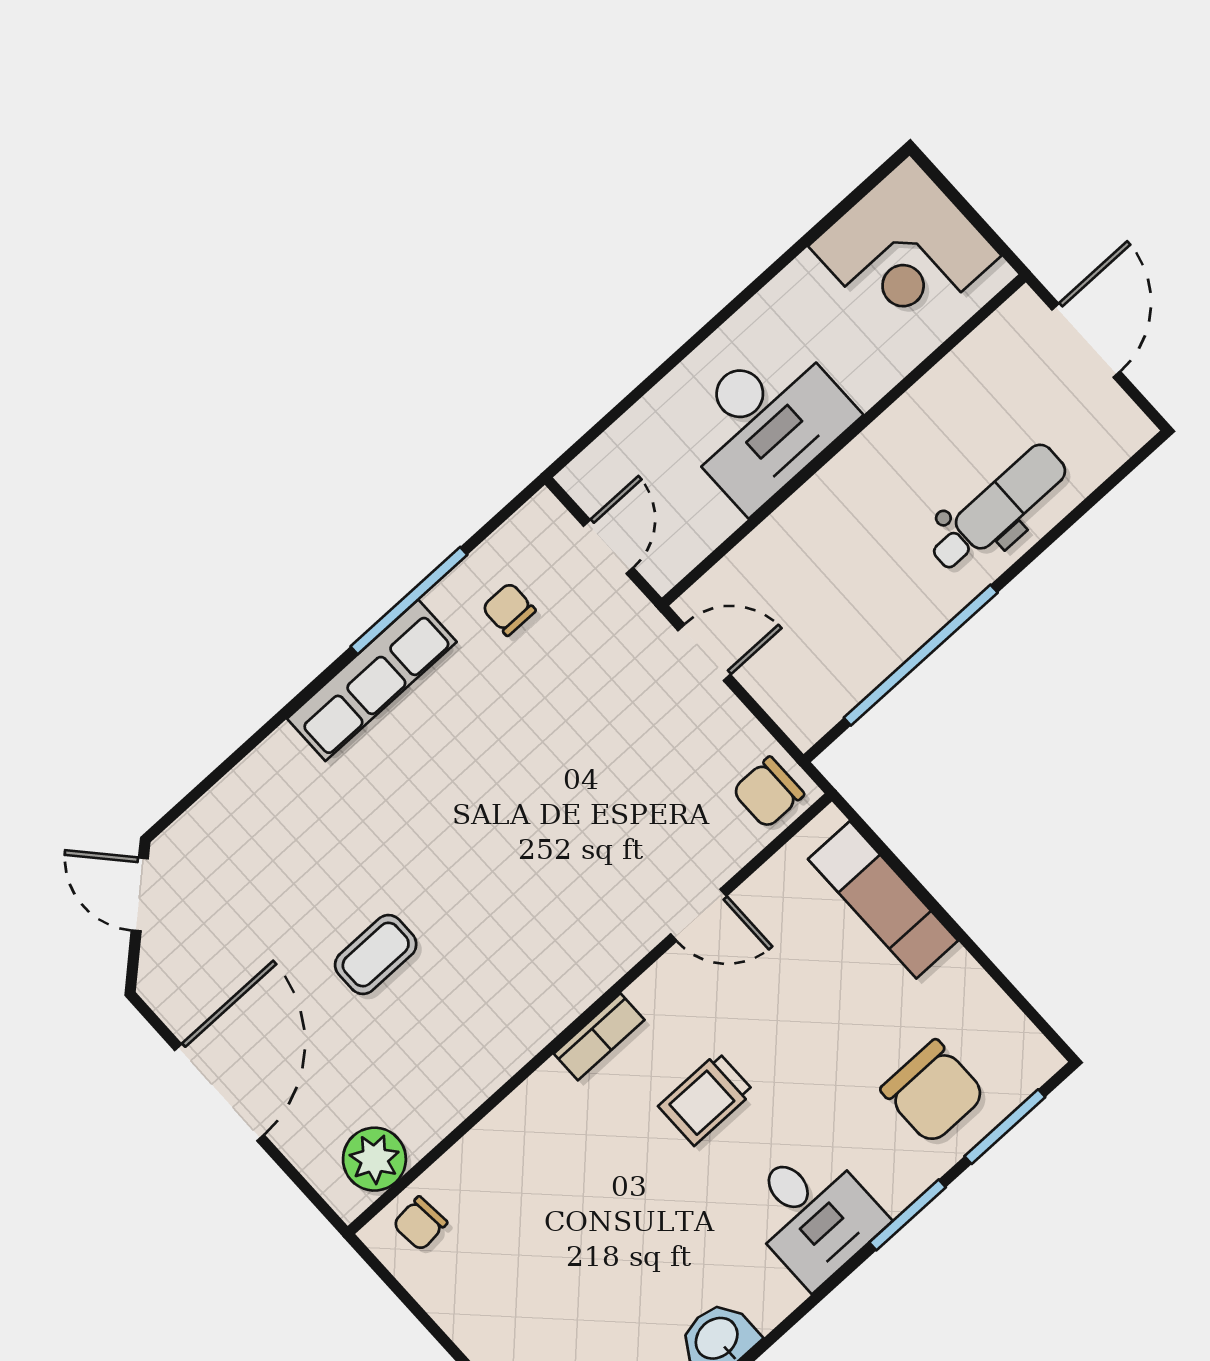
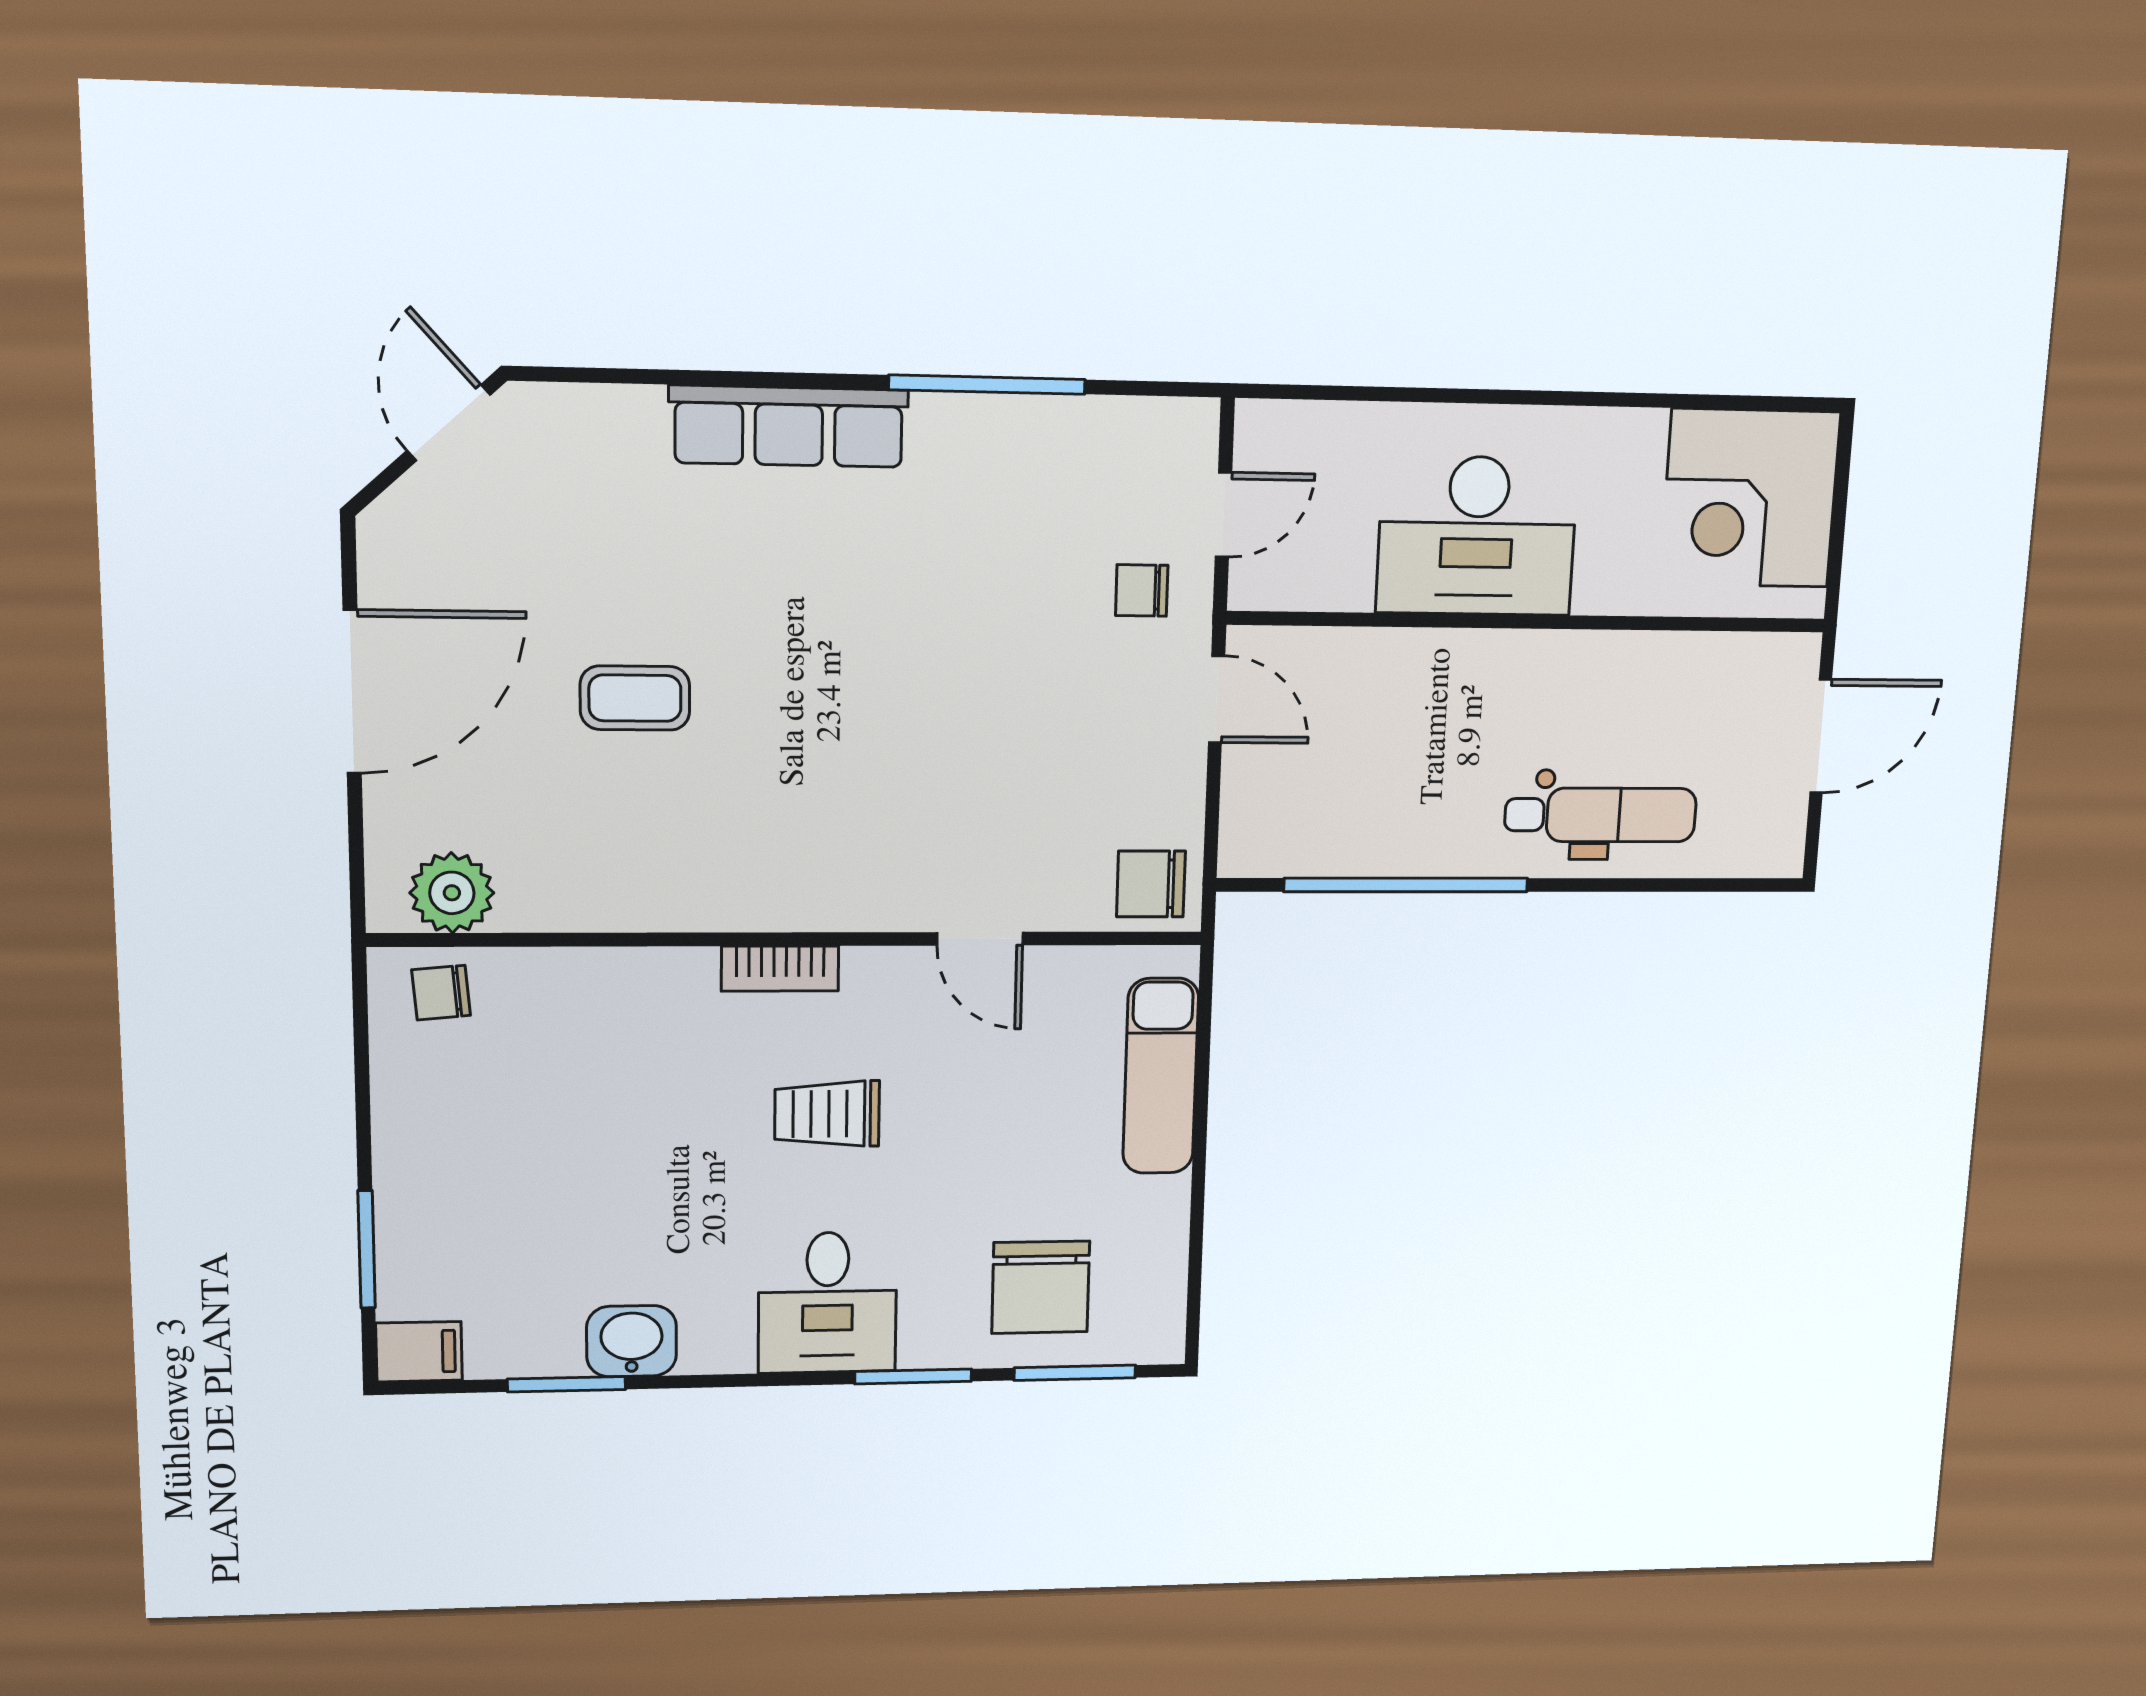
chair: (509, 609) -> (1142, 590), moved, turned -90
row of seats: (372, 680) -> (789, 426), moved

